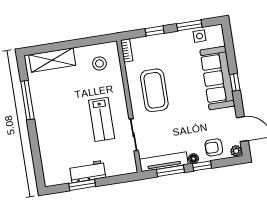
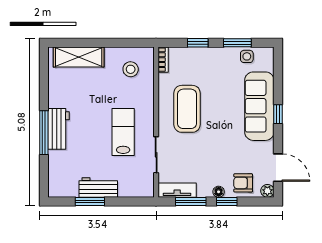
window: (27, 100) -> (44, 133), moved
lab bench: (102, 119) -> (123, 132), turned 180
workbench: (45, 126) -> (59, 129), added
tv unit: (164, 162) -> (177, 190), width x0.71

